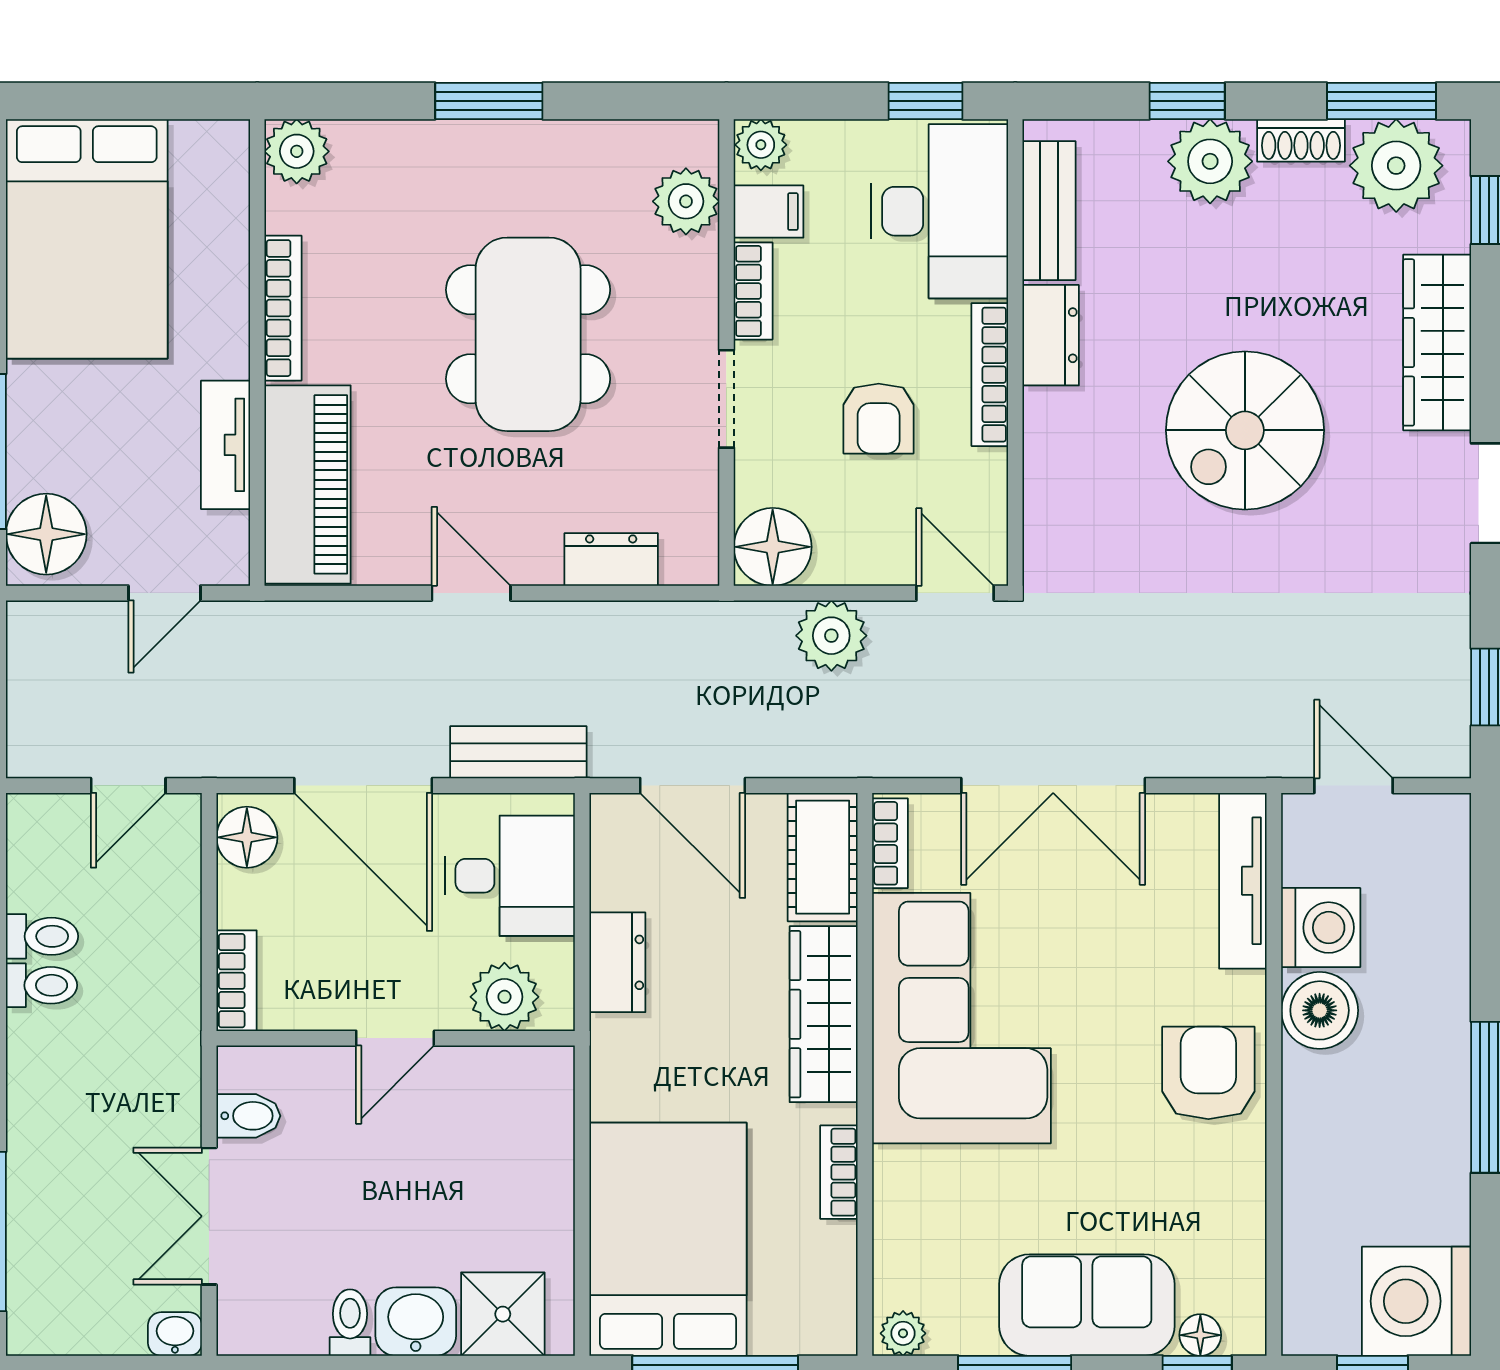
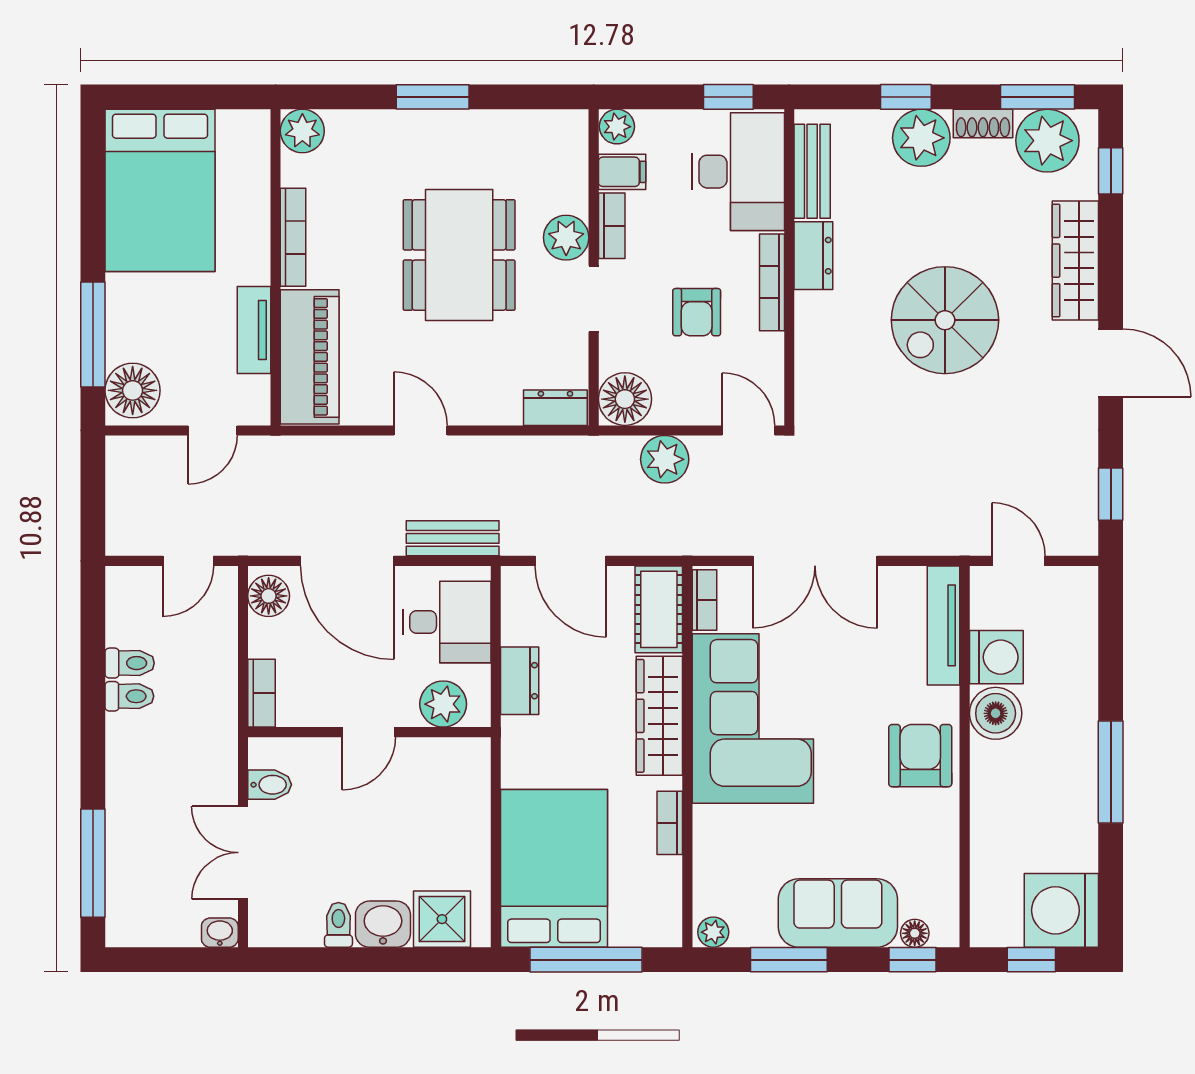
plant: (686, 201) -> (566, 238), moved
dresser: (611, 560) -> (555, 408), moved

